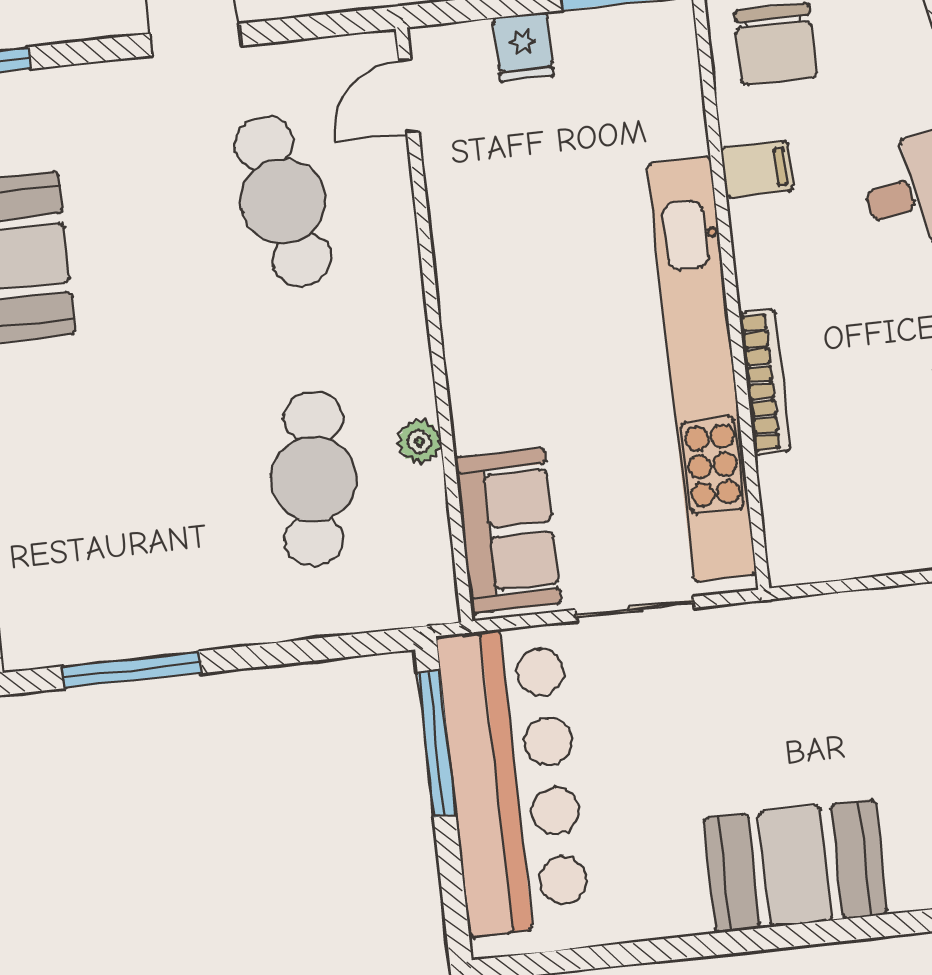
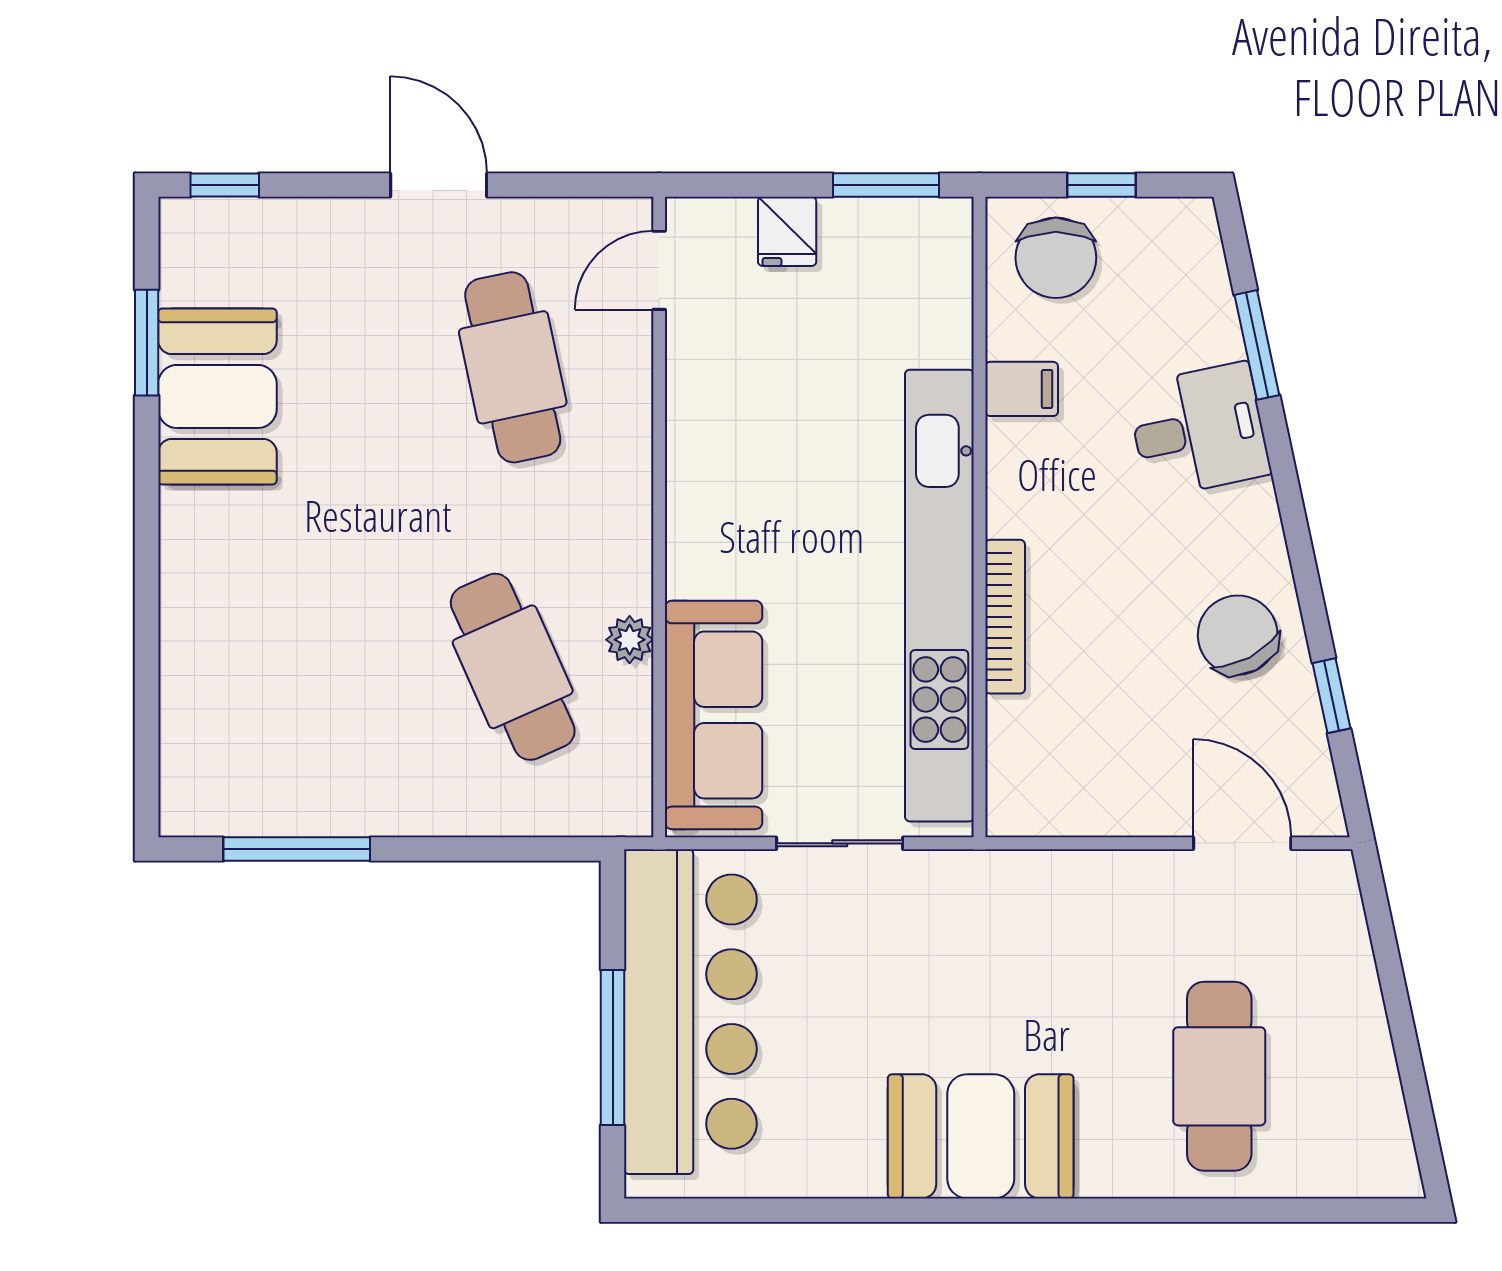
cafe table: (314, 479) -> (513, 667), turned -30
sofa: (508, 531) -> (714, 715), width x1.36
window: (437, 744) -> (613, 1047), moved

